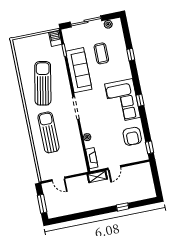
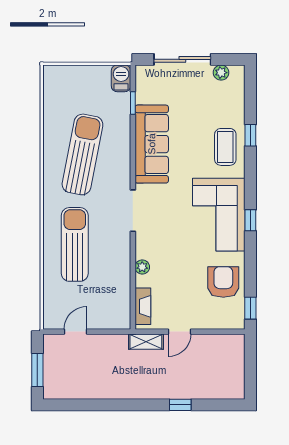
coffee table: (101, 53) -> (225, 147), moved
armchair: (132, 136) -> (223, 282), turned 180
door: (58, 179) -> (75, 332), swing flipped

